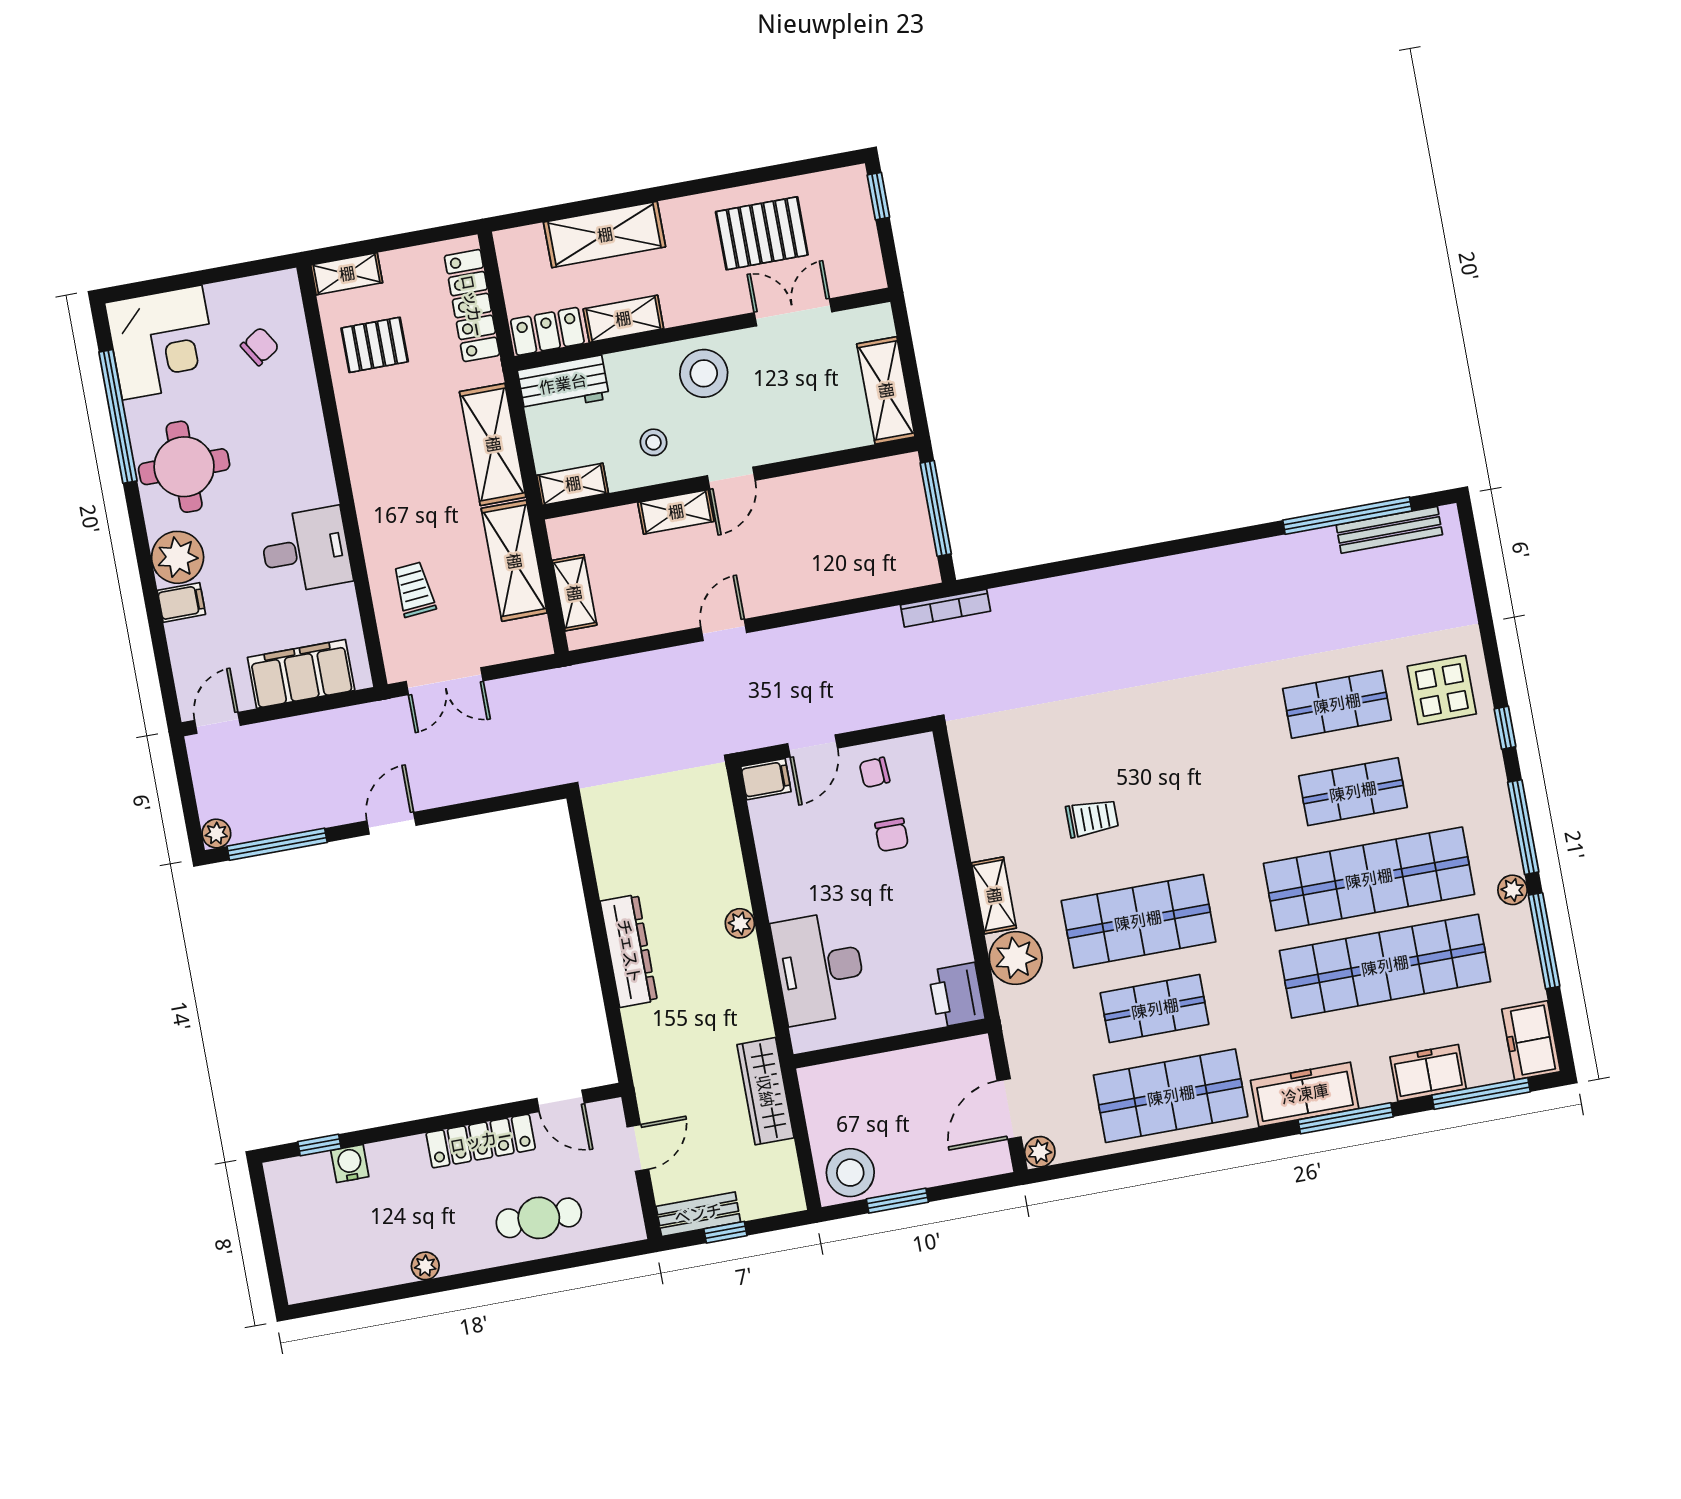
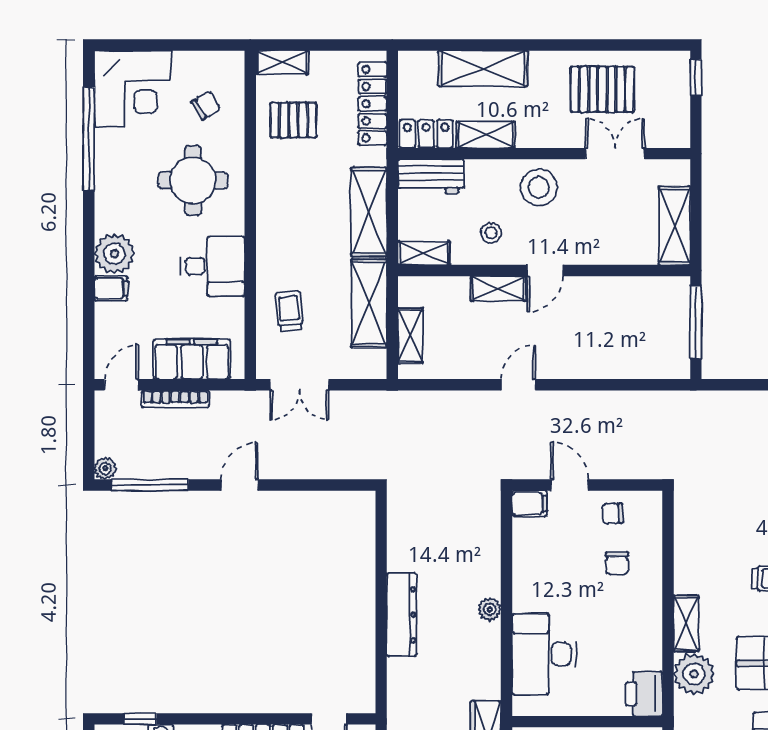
round table: (184, 467) -> (193, 180), moved
bookcase: (945, 608) -> (175, 399), moved
door: (813, 746) -> (570, 485), swing flipped

